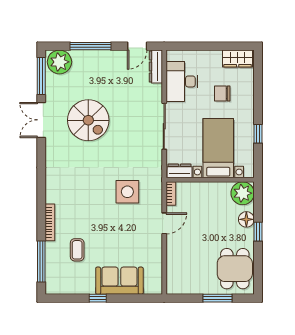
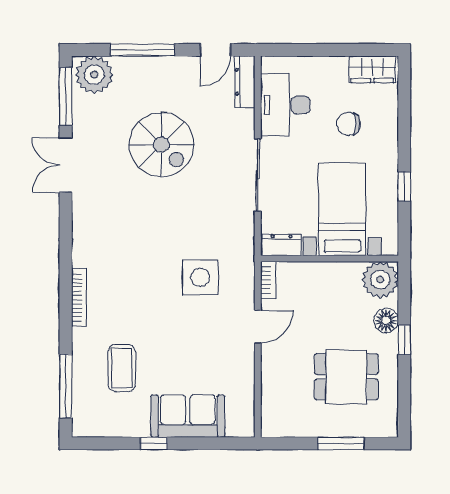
spiral stairs: (88, 120) -> (161, 145), moved
bookcase: (50, 222) -> (79, 298), moved
coffee table: (77, 250) -> (122, 368), width x1.36, depth x1.30
dining table: (235, 269) -> (346, 377), moved, turned 90

